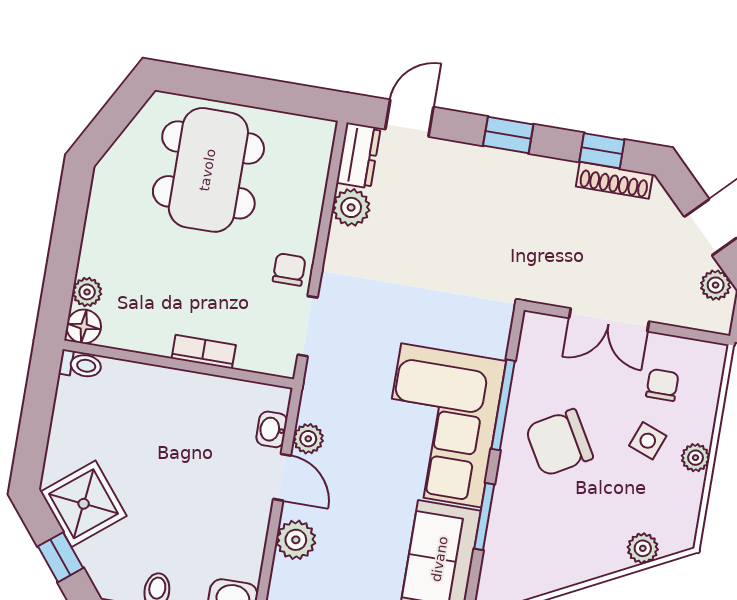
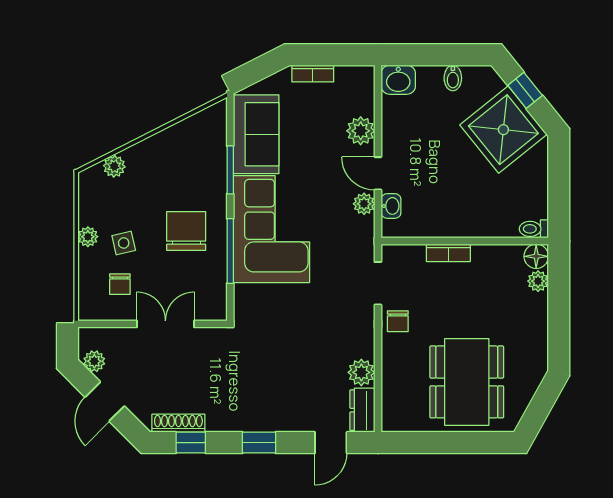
side table: (648, 441) -> (124, 243), turned -34
chair: (559, 443) -> (186, 231), turned -60
shower: (84, 504) -> (503, 130), width x1.37, depth x1.37

